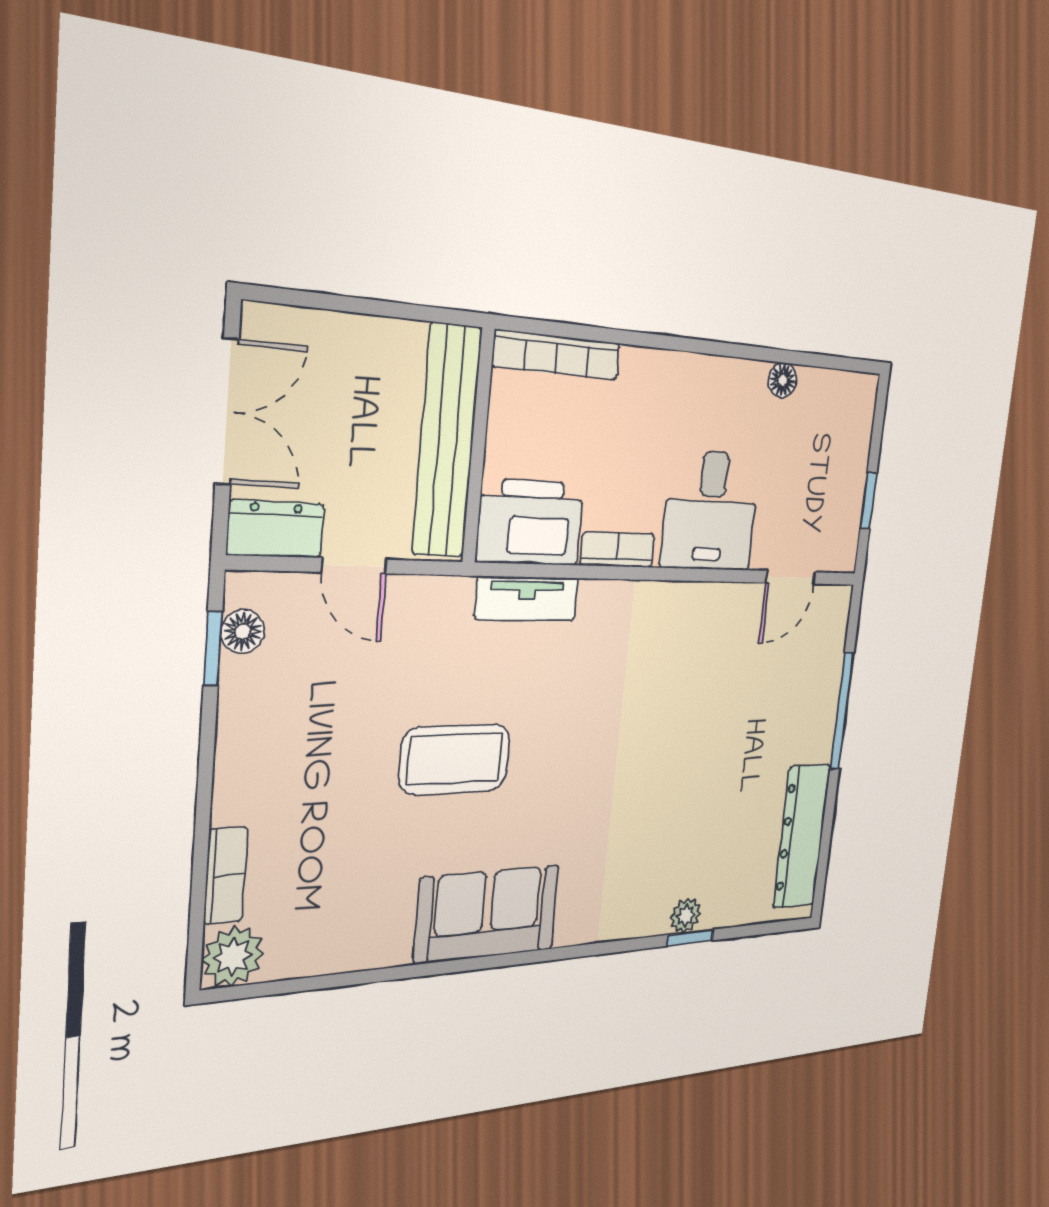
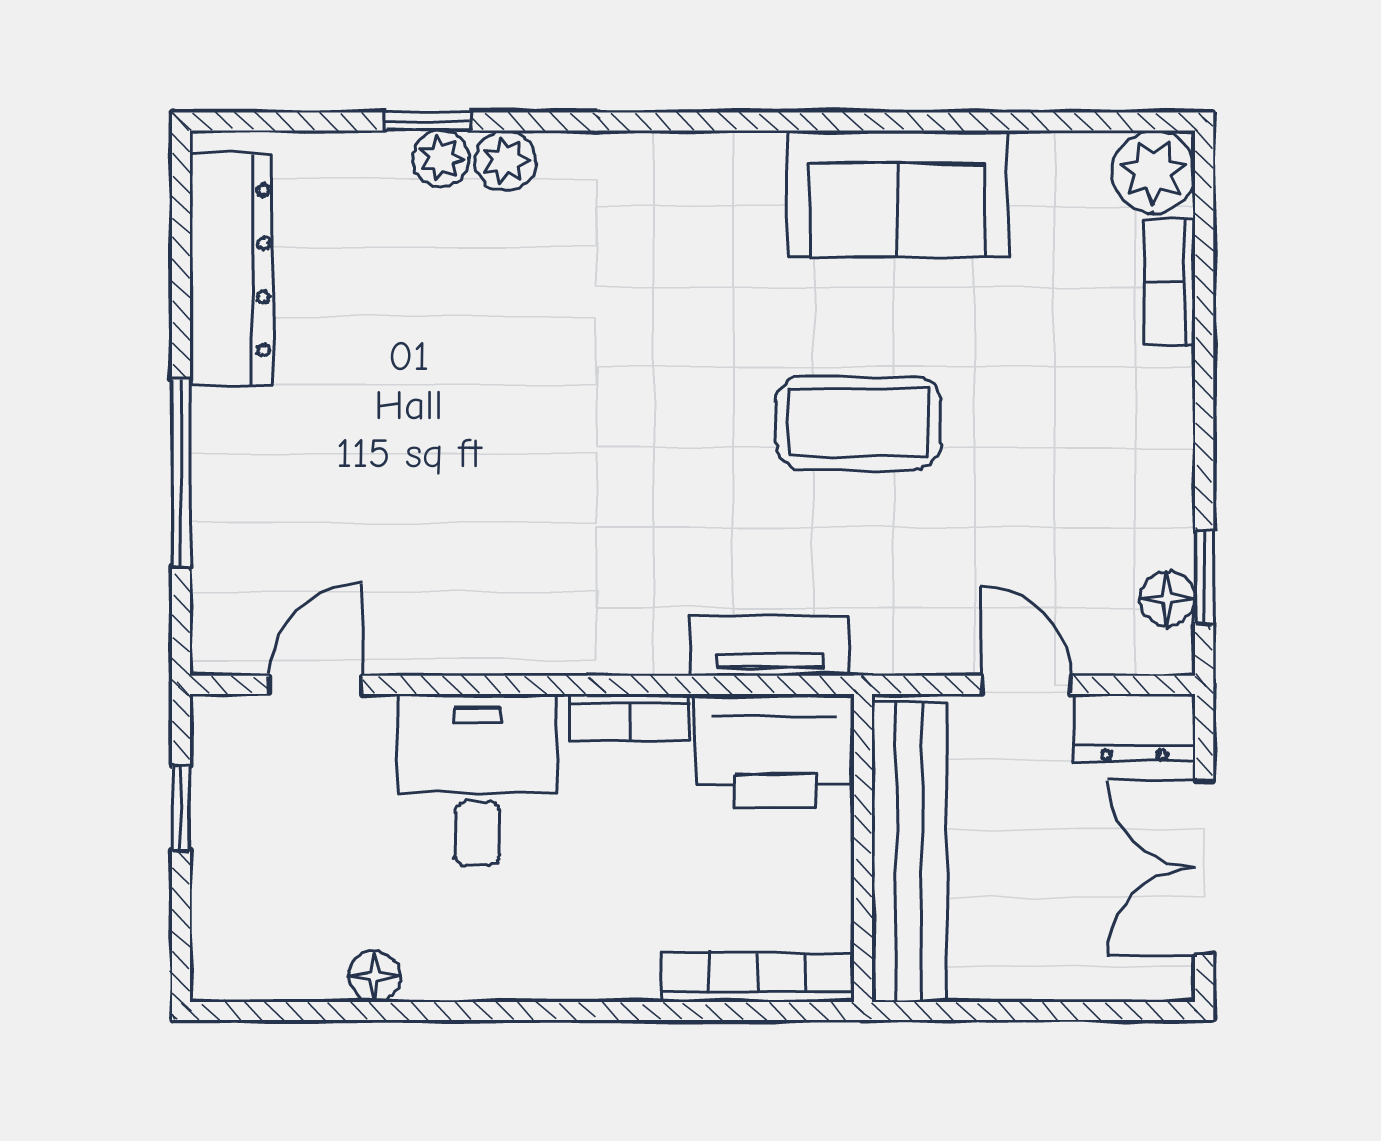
sofa: (487, 914) -> (897, 194), moved
plant: (651, 918) -> (505, 161), added

